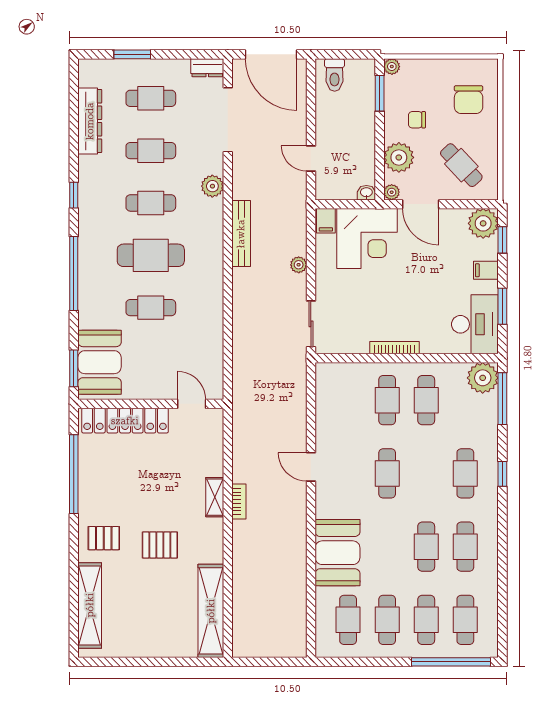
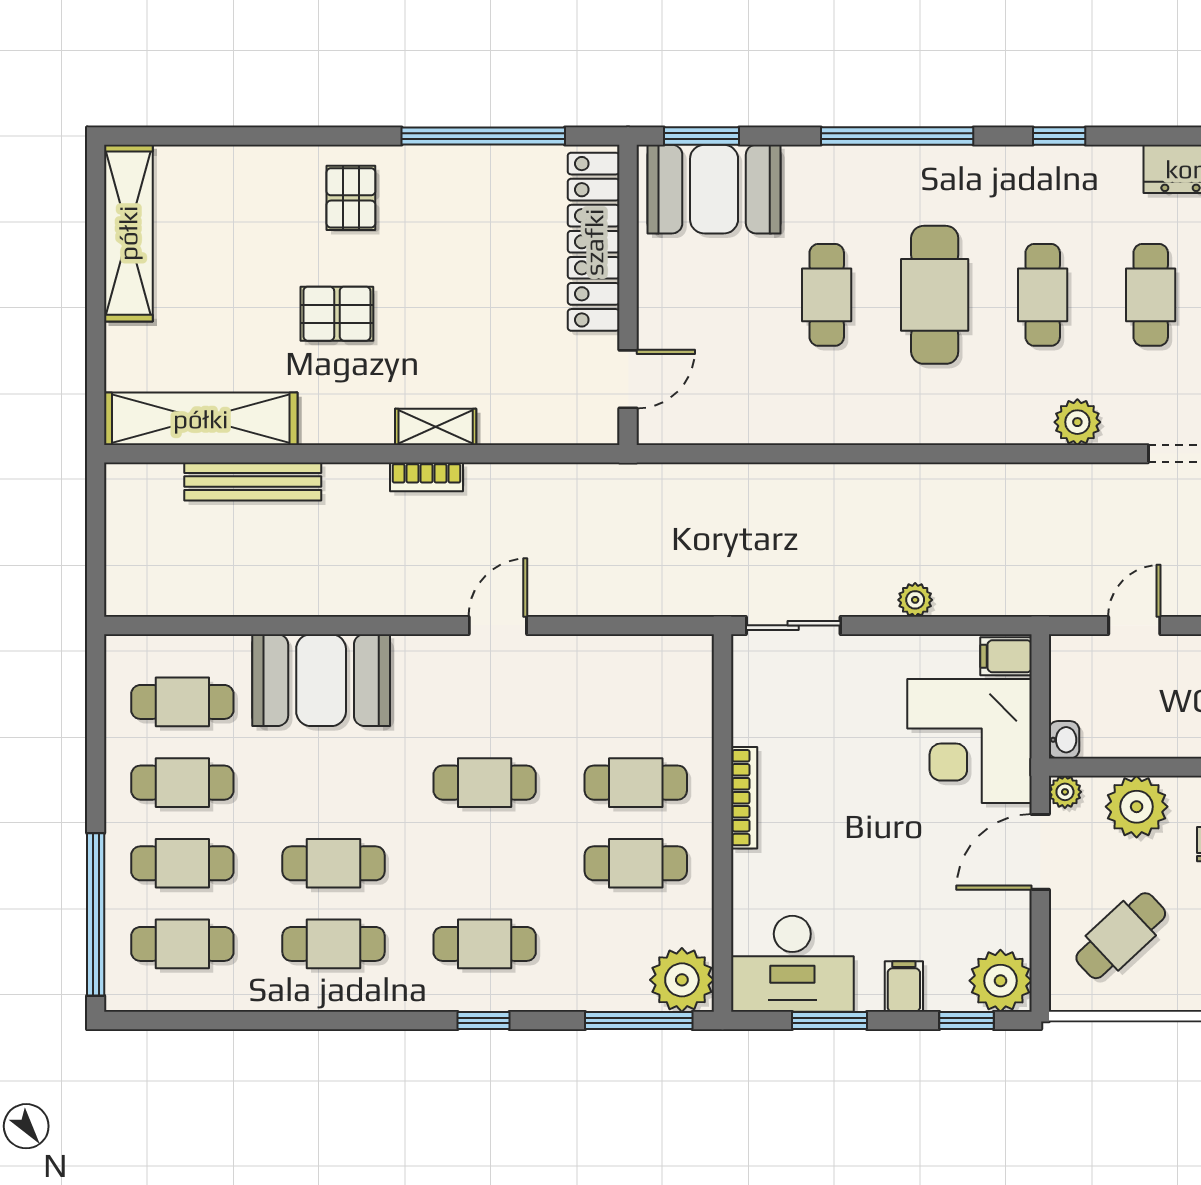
bench: (241, 234) -> (253, 481), moved
pallet: (160, 545) -> (337, 314), turned 90
shelving: (90, 605) -> (128, 233), moved, turned 90

